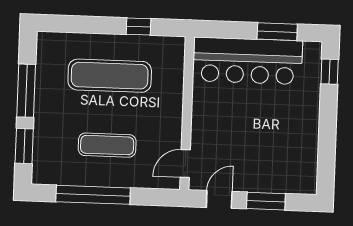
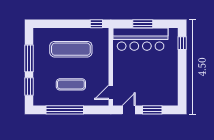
window: (138, 26) -> (96, 24), moved
window: (277, 32) -> (143, 24), moved

